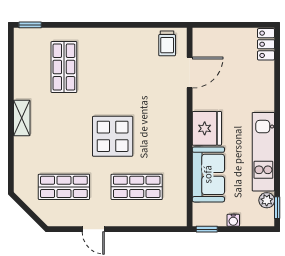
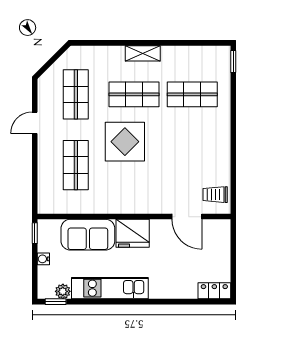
shop shelf: (64, 127) -> (134, 94), added

